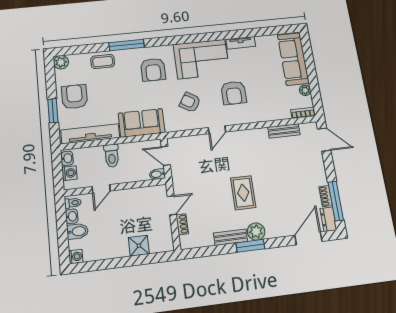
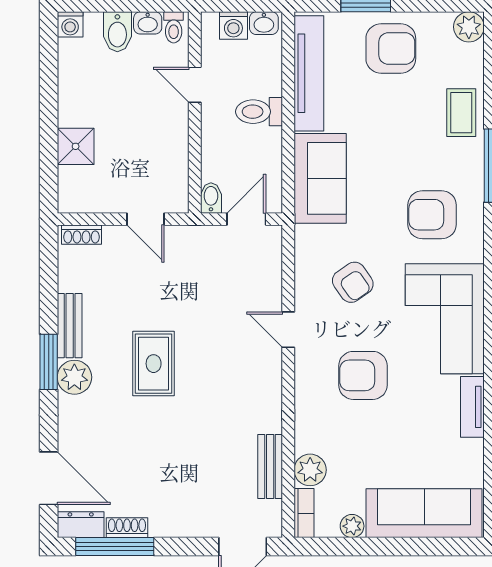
armchair: (190, 102) -> (353, 282), turned 113
plant: (282, 112) -> (310, 470), added
rug: (243, 193) -> (154, 364), turned 90
shoe rack: (182, 224) -> (82, 235), moved

